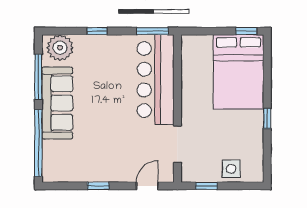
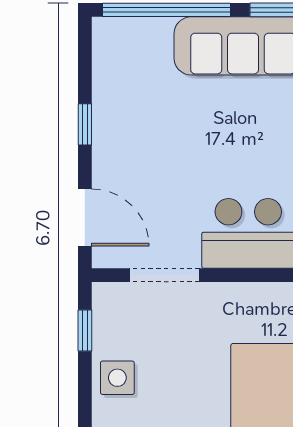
door: (147, 186) -> (85, 218), width x1.38

